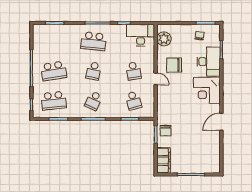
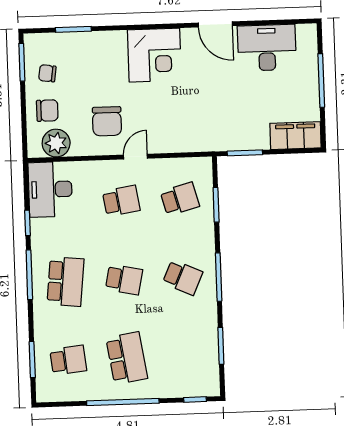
desk: (209, 62) -> (267, 48), moved
school desk: (54, 101) -> (68, 360), moved, width x0.54
chair: (166, 131) -> (47, 110), moved

